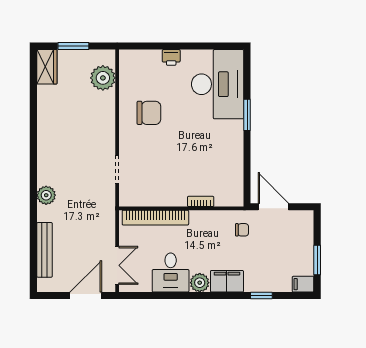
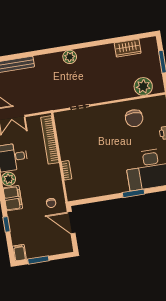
wardrobe: (47, 67) -> (128, 48), moved
chair: (149, 113) -> (134, 118), moved
plant: (46, 195) -> (70, 57), moved
door: (273, 207) -> (71, 223), swing flipped

